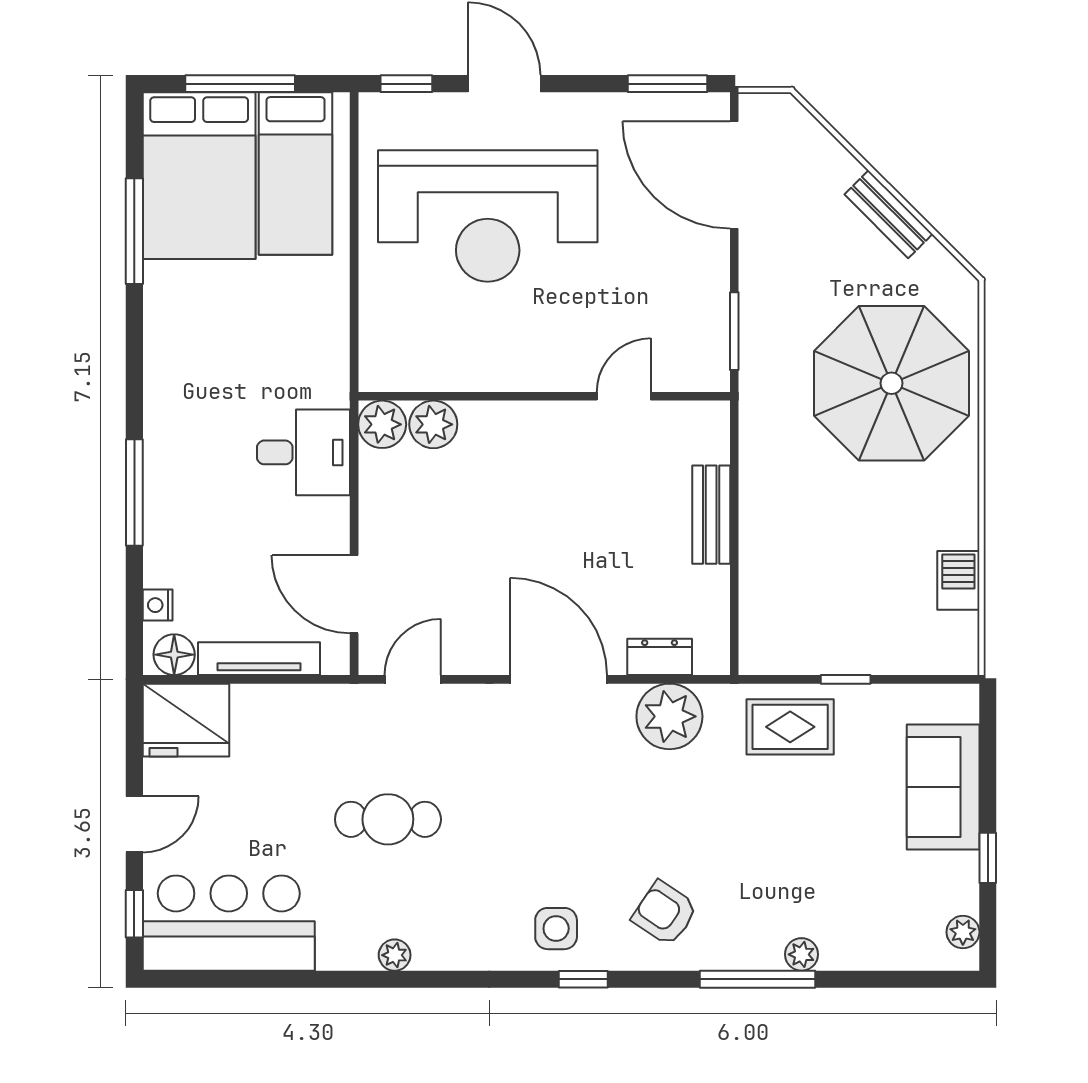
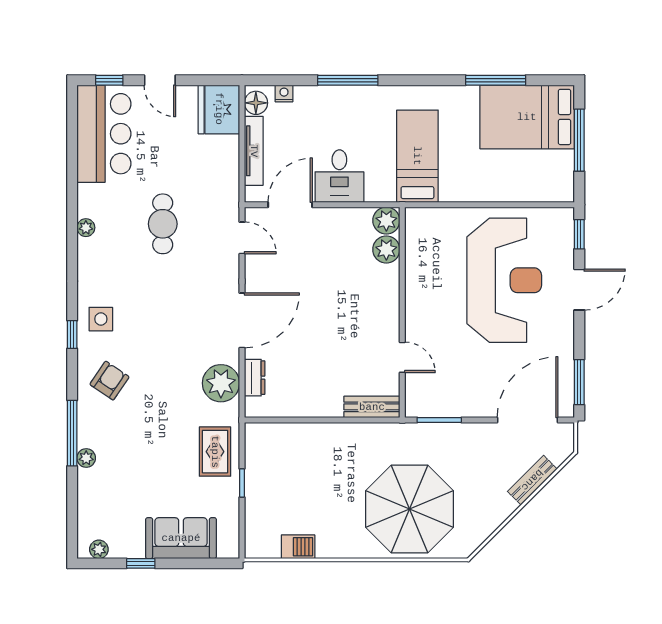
bed: (296, 174) -> (417, 156), moved, turned 90
bench: (888, 214) -> (532, 480), moved
reception desk: (488, 216) -> (504, 280), turned 180
desk: (303, 452) -> (339, 176), moved
bench: (711, 515) -> (372, 407), moved

